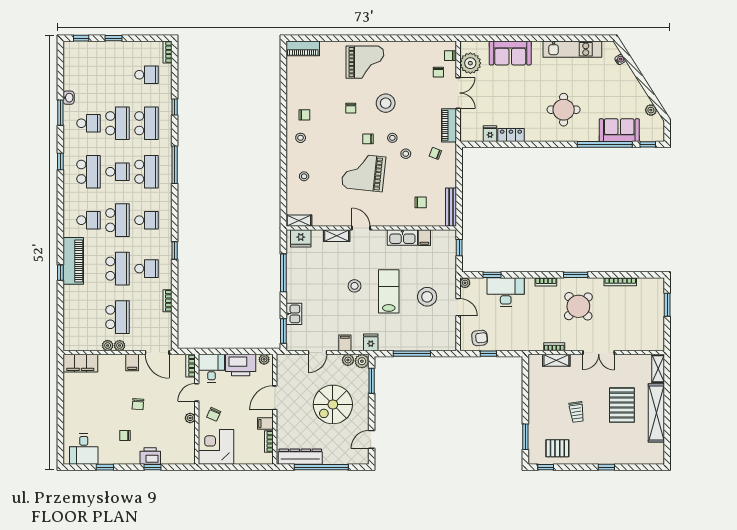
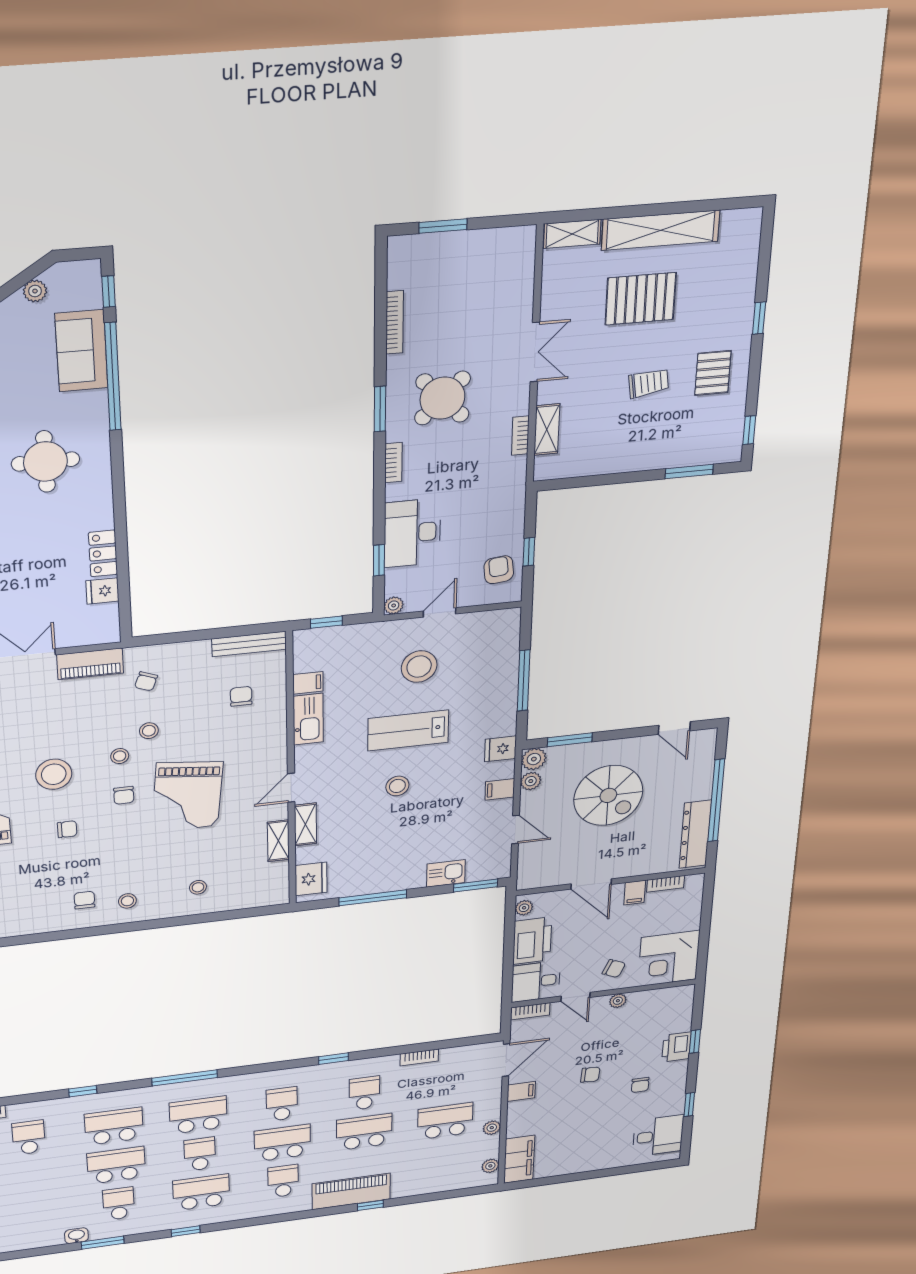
shelving: (299, 221) -> (278, 841), moved
plant: (120, 346) -> (490, 1166), moved
pallet: (557, 448) -> (713, 373), moved

